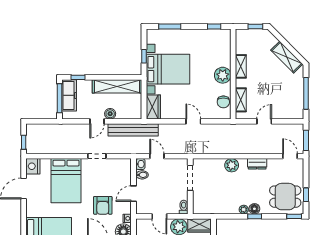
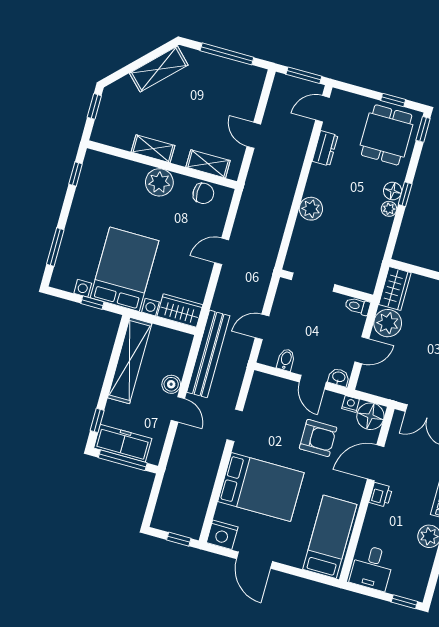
washbasin: (140, 164) -> (339, 377), moved
dresser: (257, 164) -> (325, 148), moved

